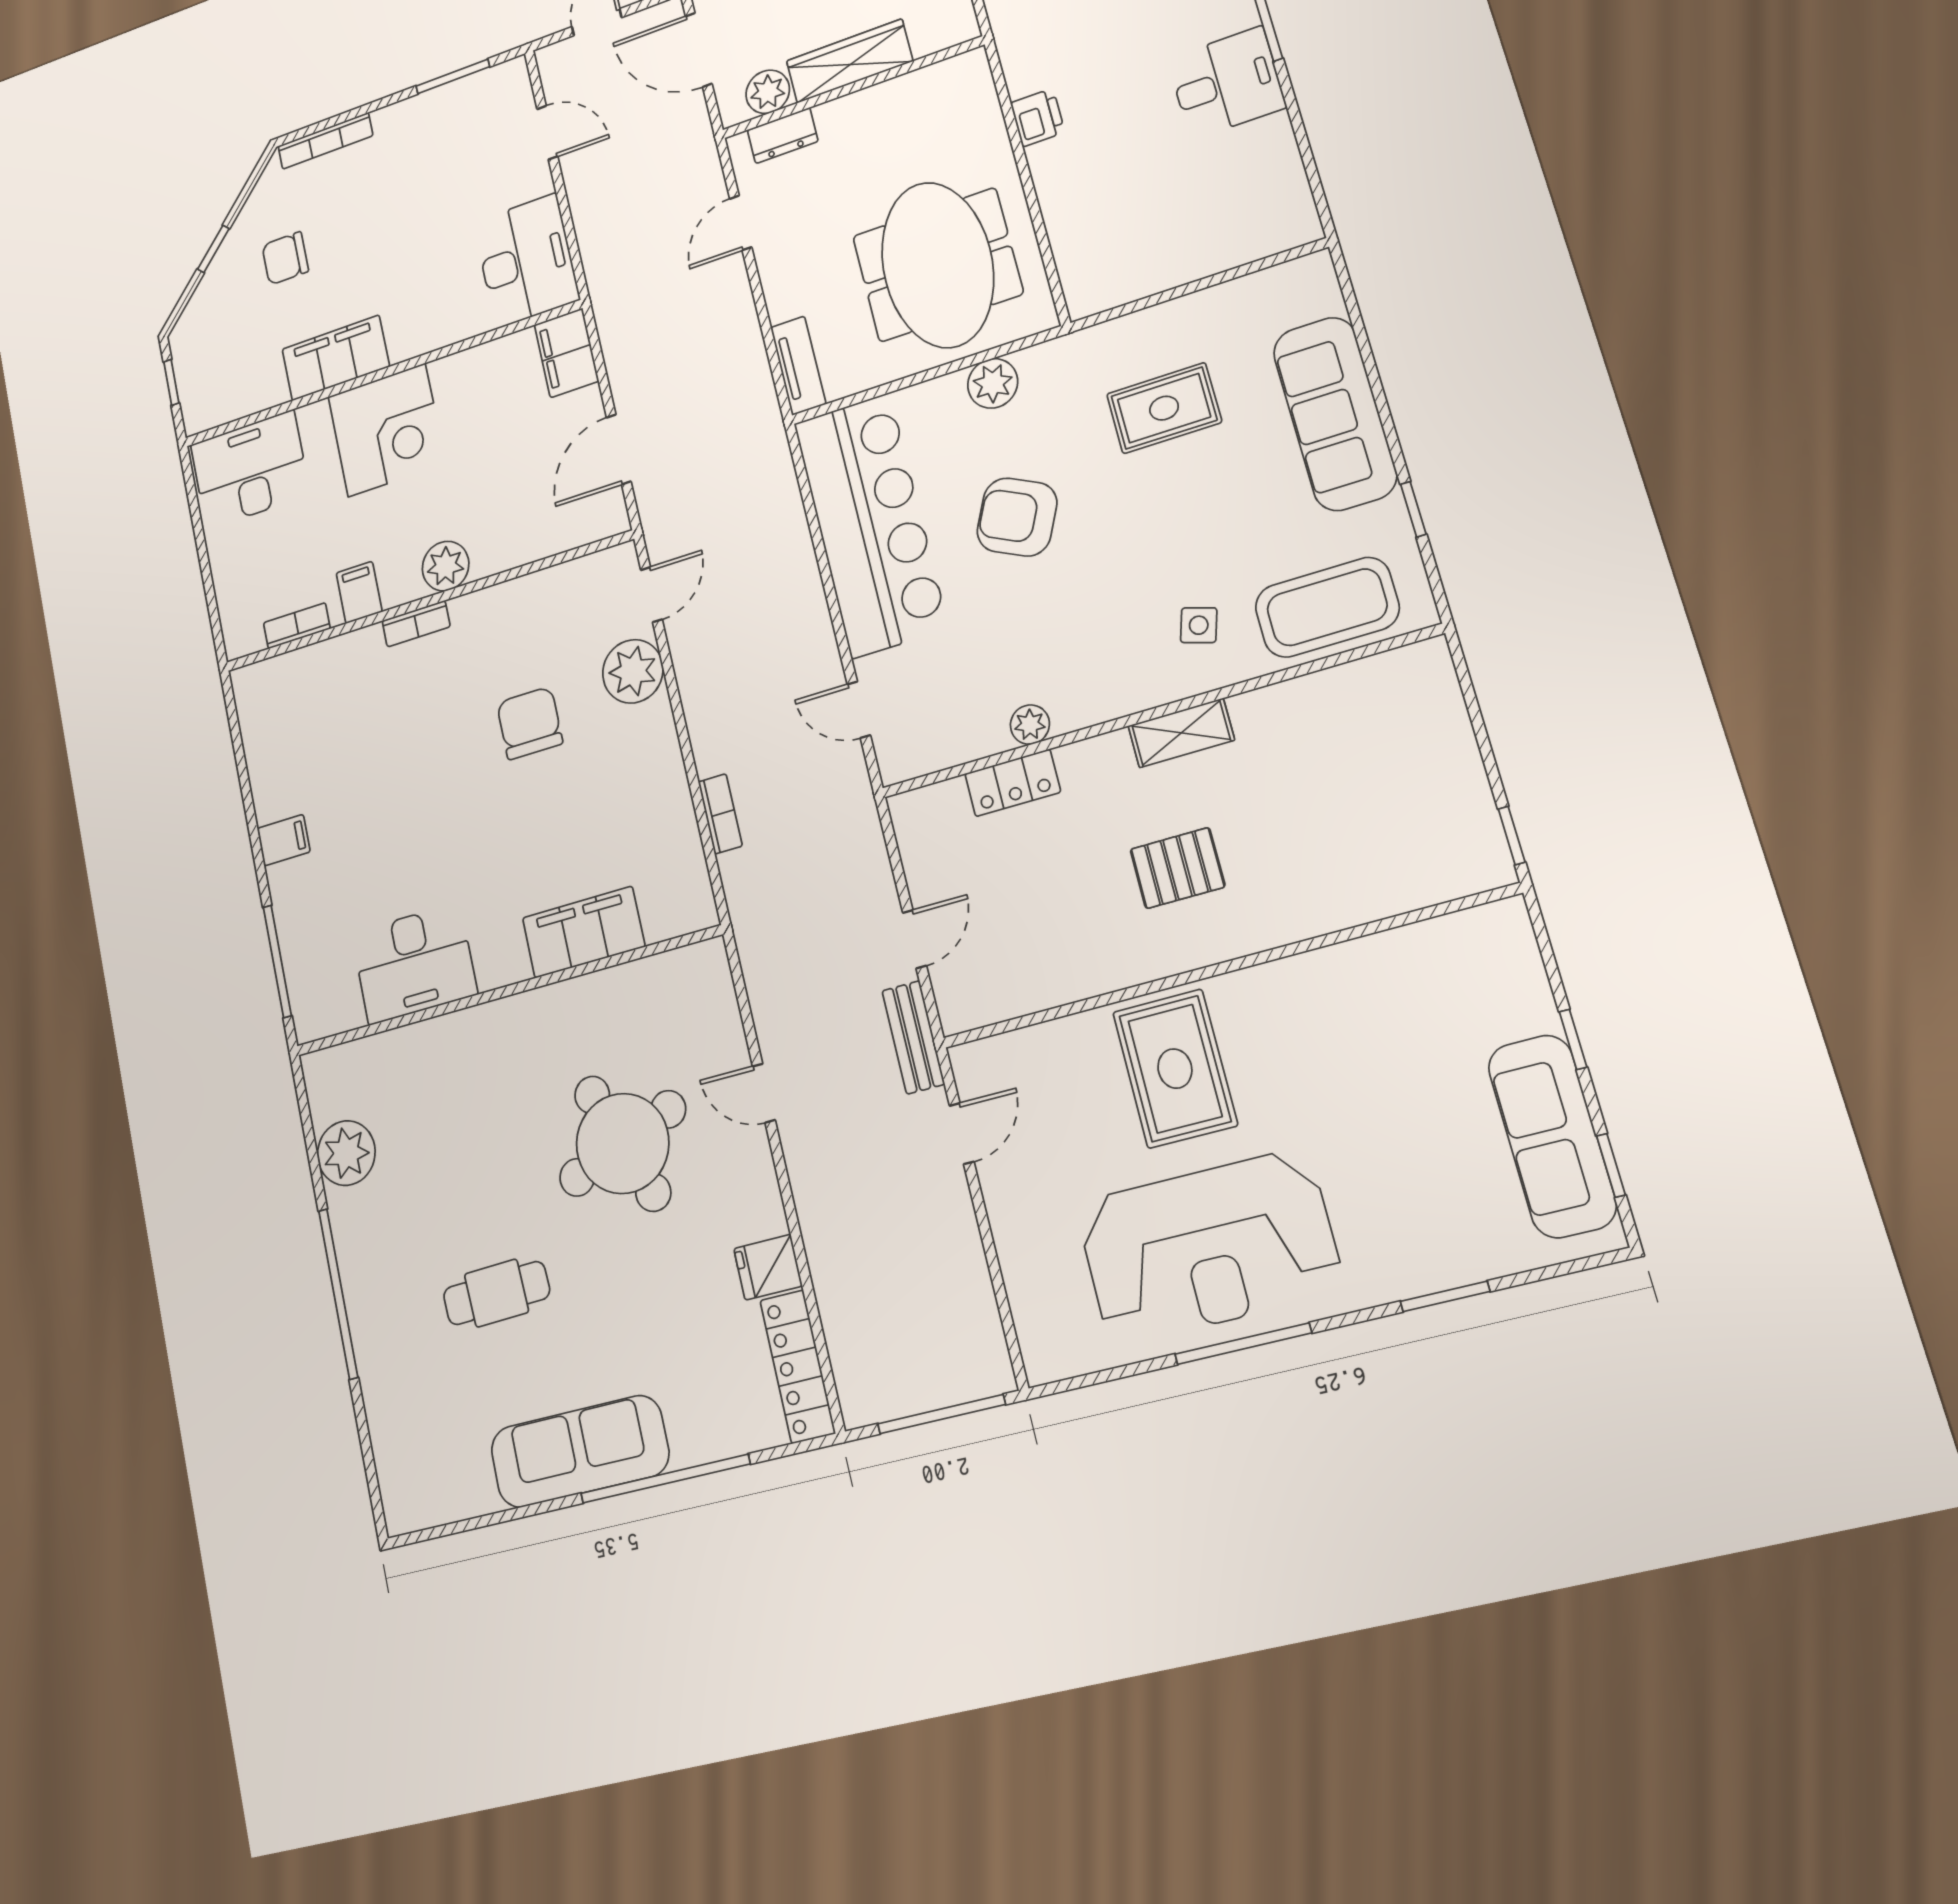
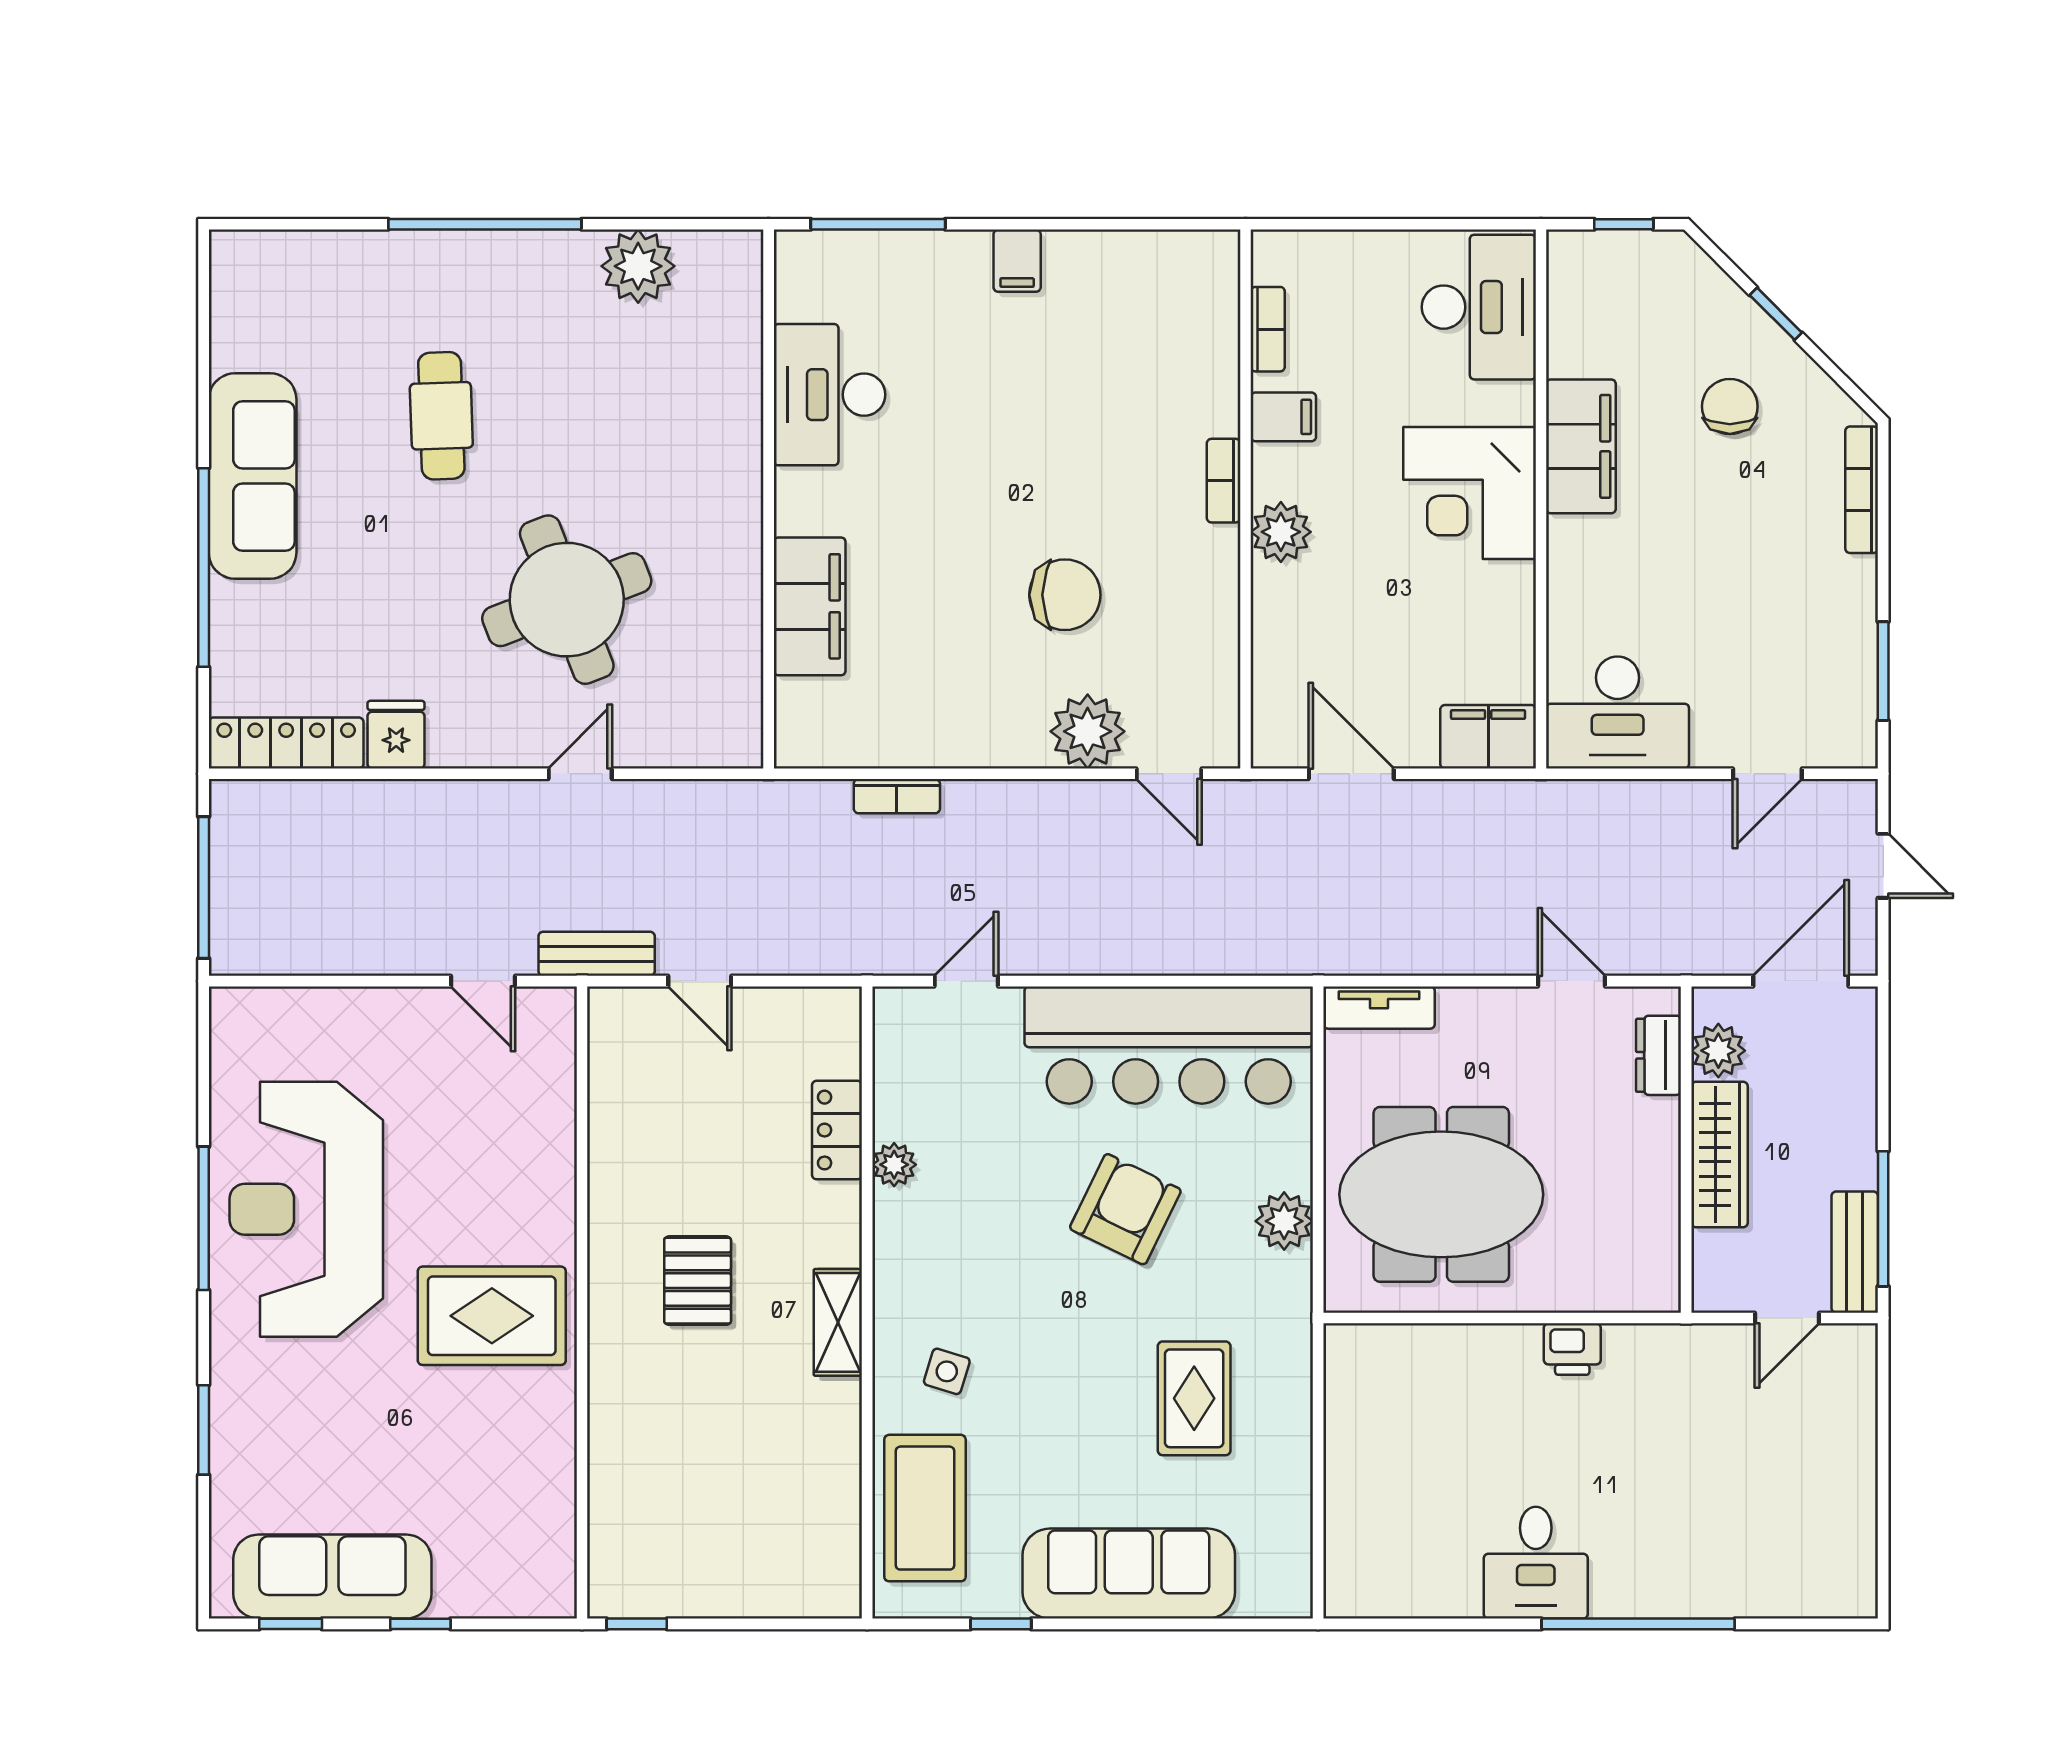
rug: (1175, 1069) -> (492, 1316), moved

